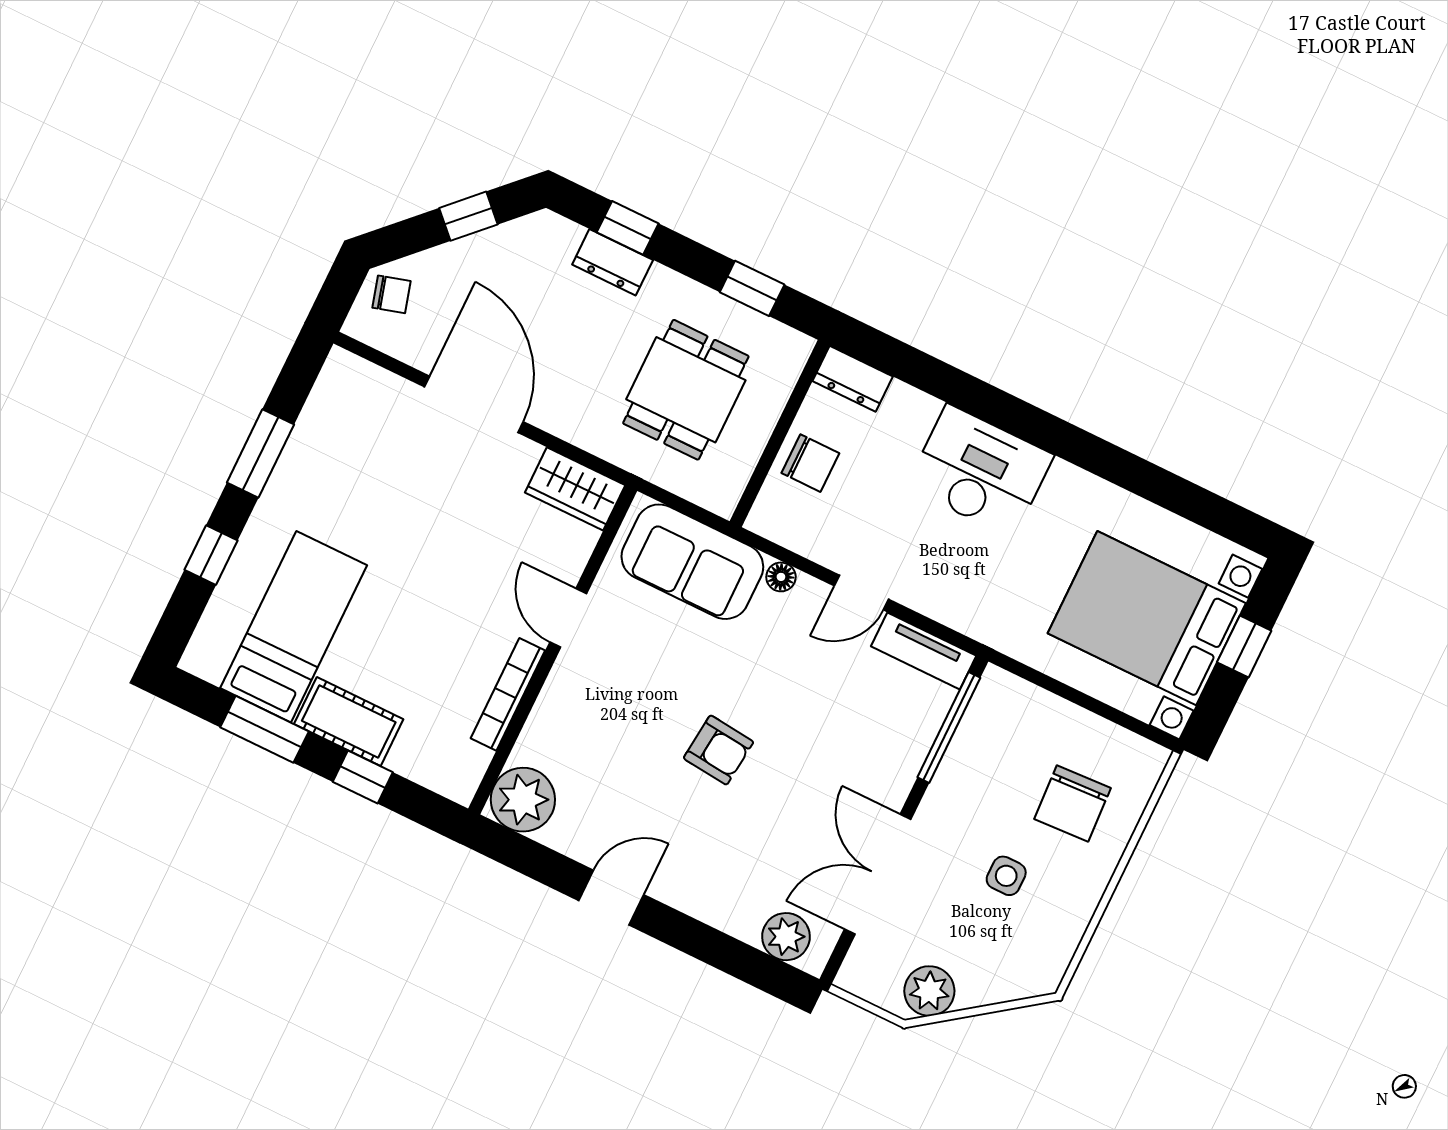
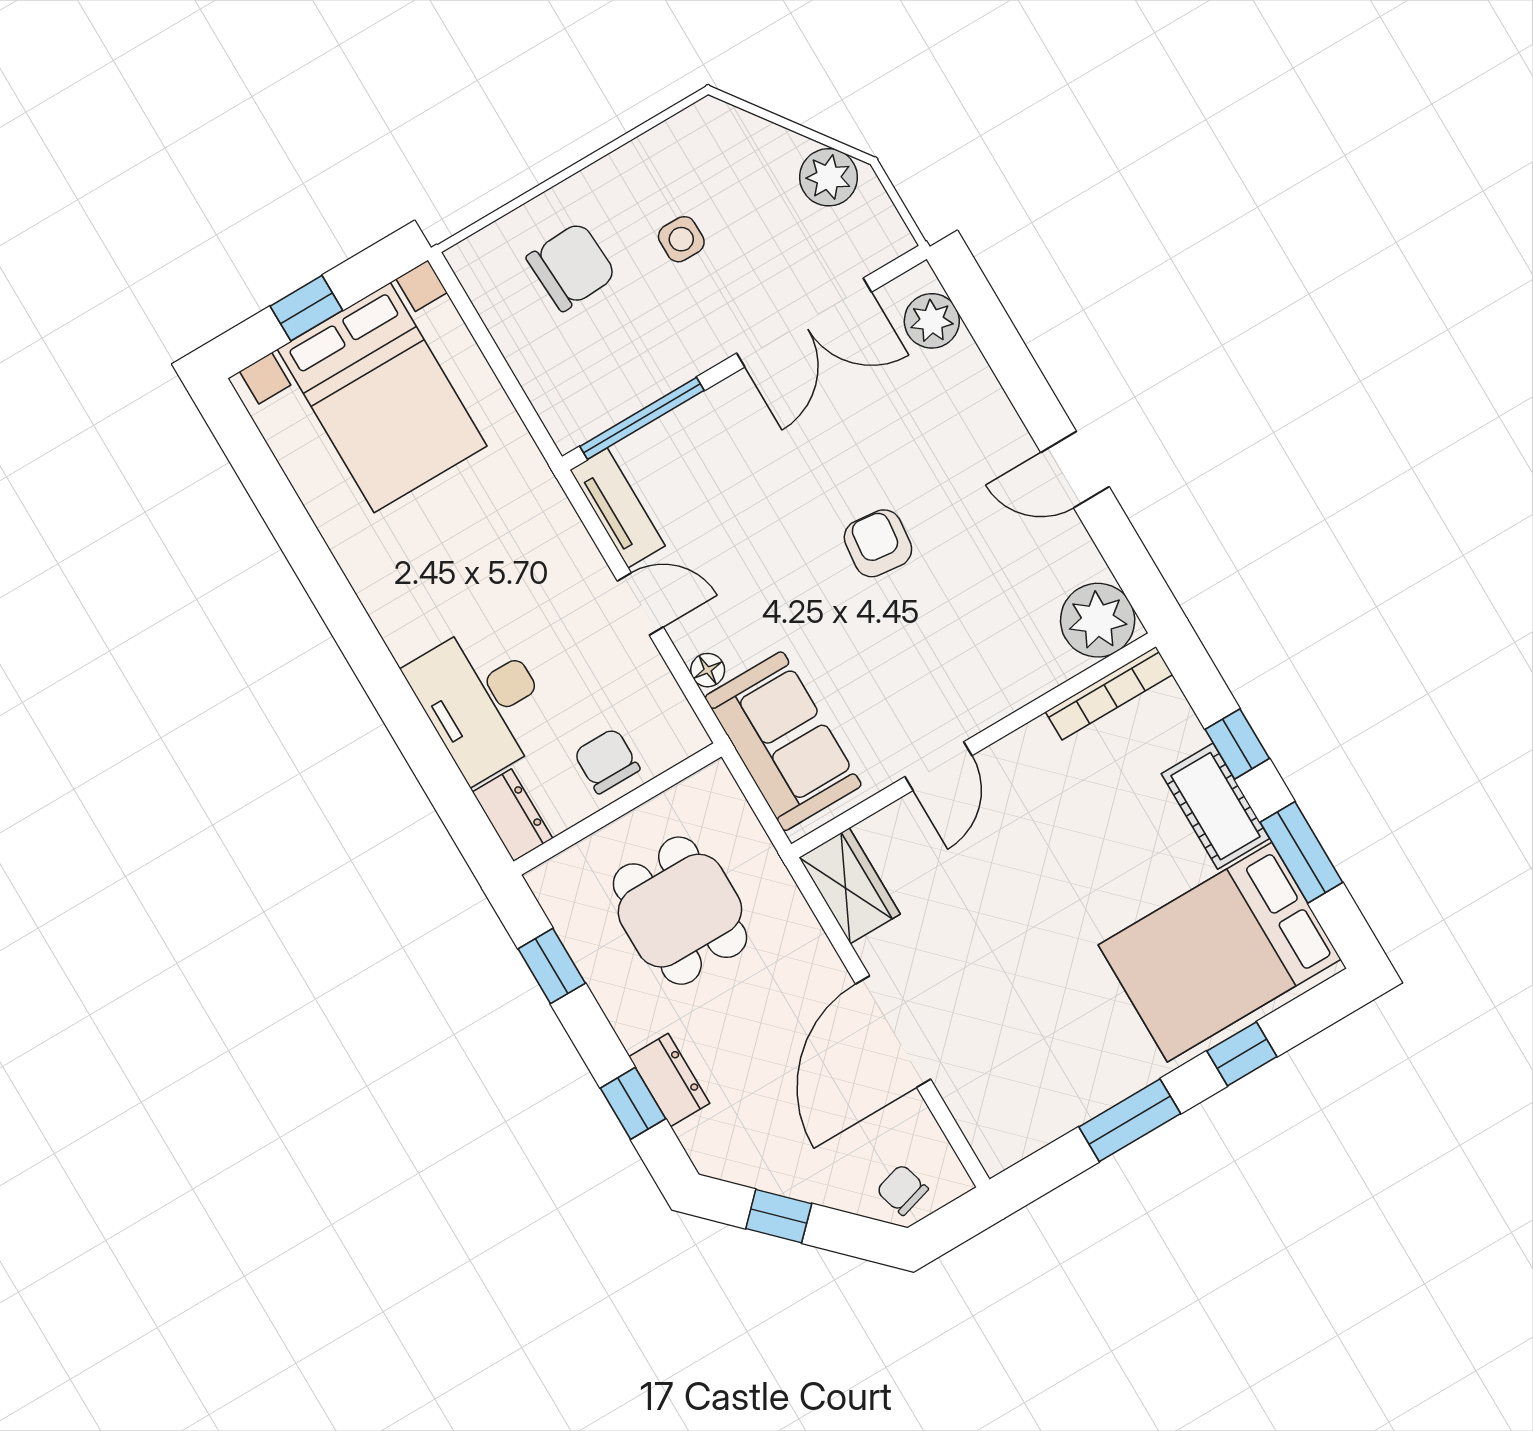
dining table: (686, 390) -> (680, 911), turned 90
desk: (980, 471) -> (482, 701), moved
bed: (294, 627) -> (1220, 952), width x1.50
bookcase: (508, 694) -> (1109, 693), moved

